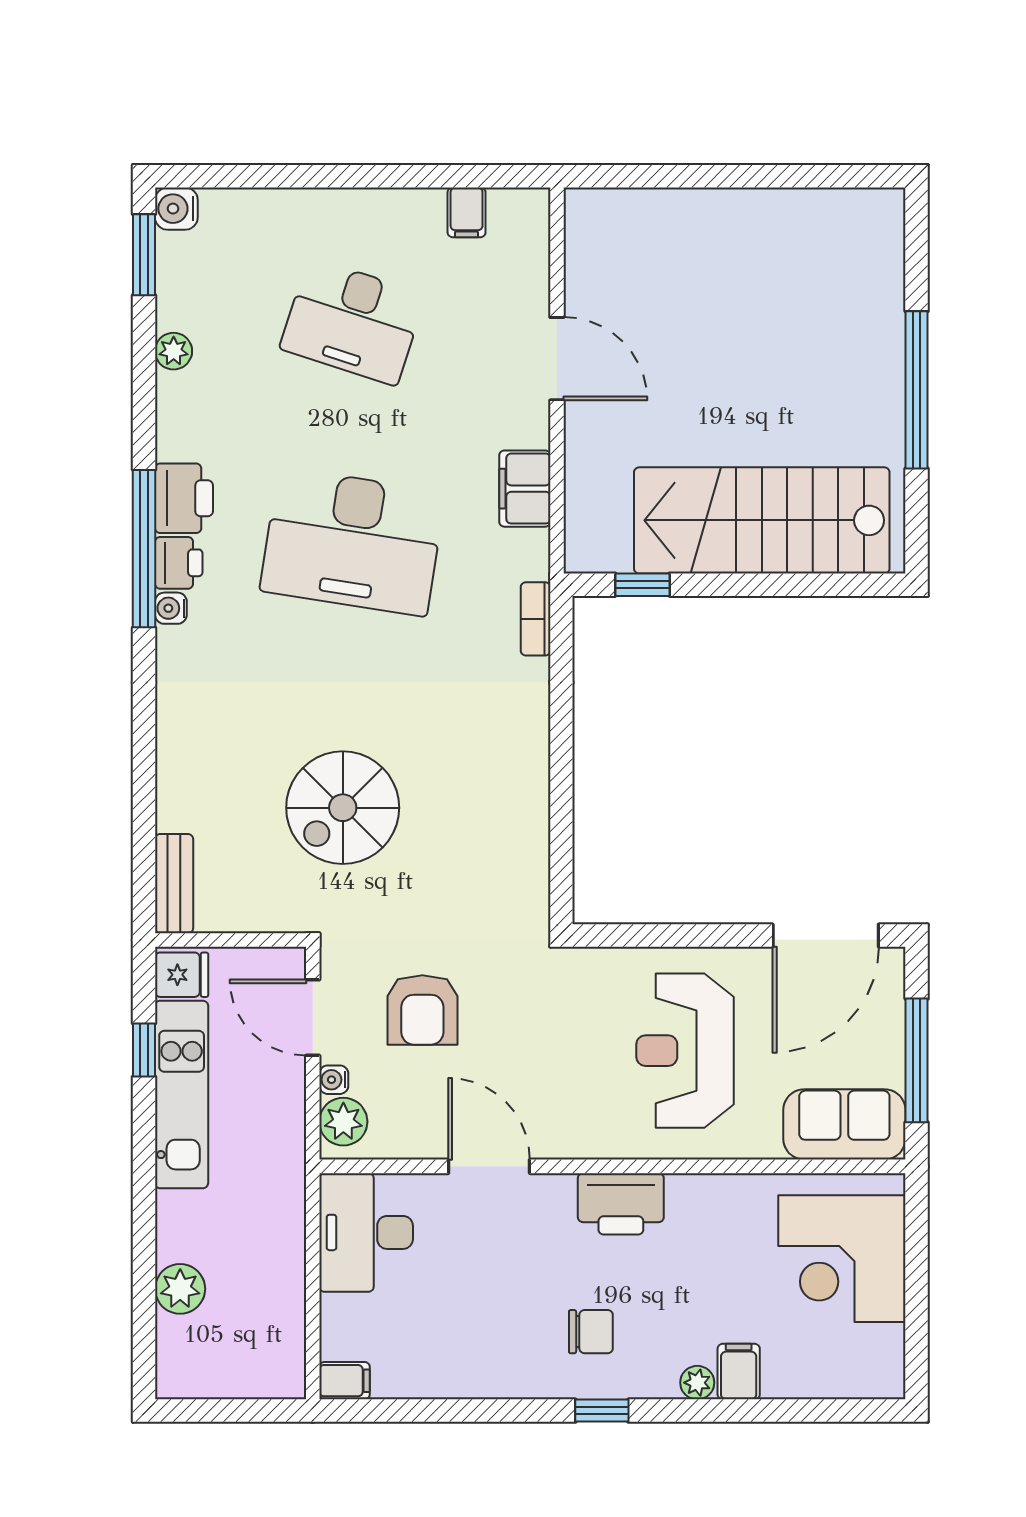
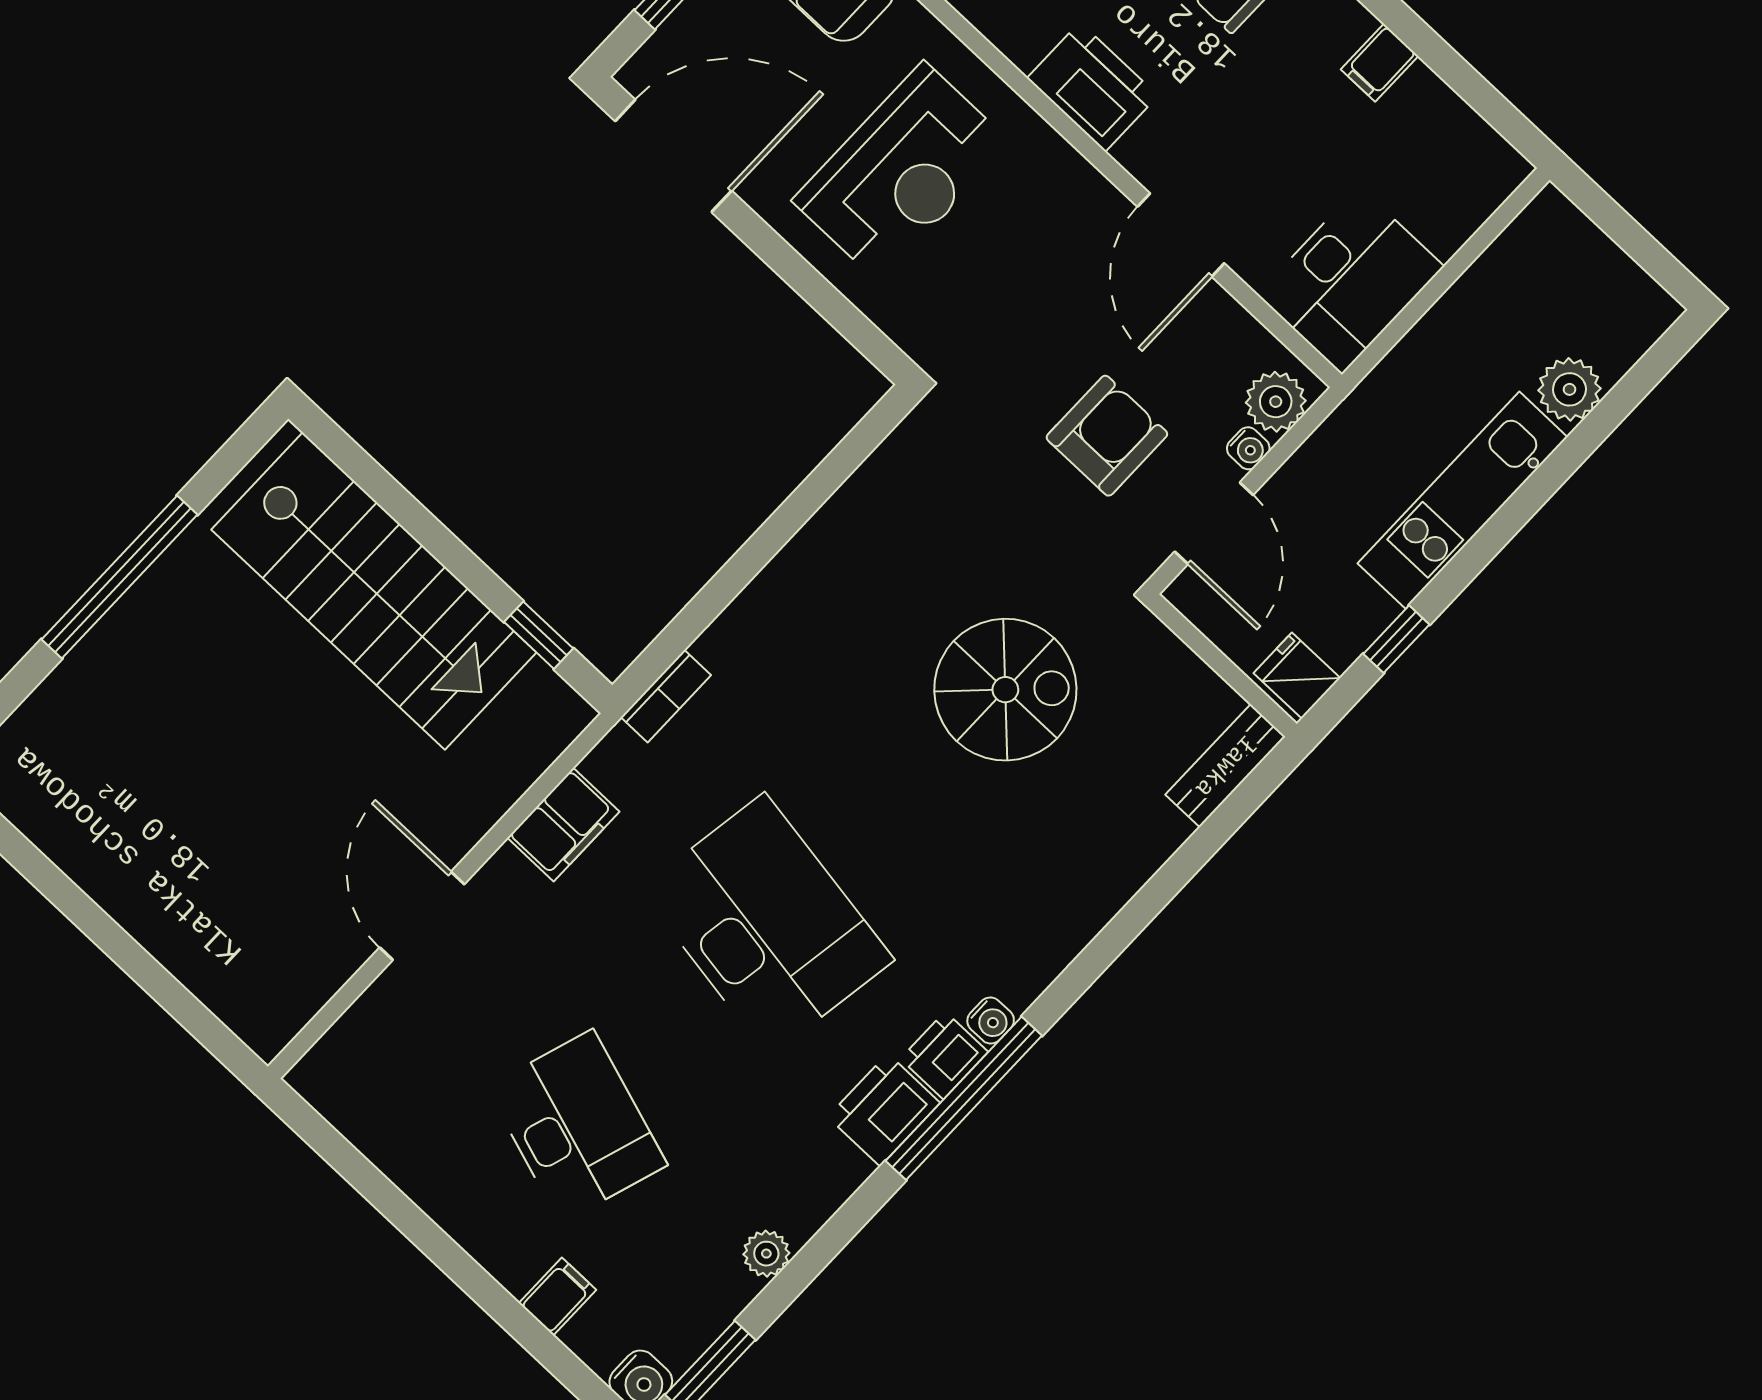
filing cabinet: (467, 212) -> (557, 1296), moved
kitchen unit: (182, 1094) -> (1463, 500), moved
filing cabinet: (344, 1381) -> (1380, 63), moved, turned -90

